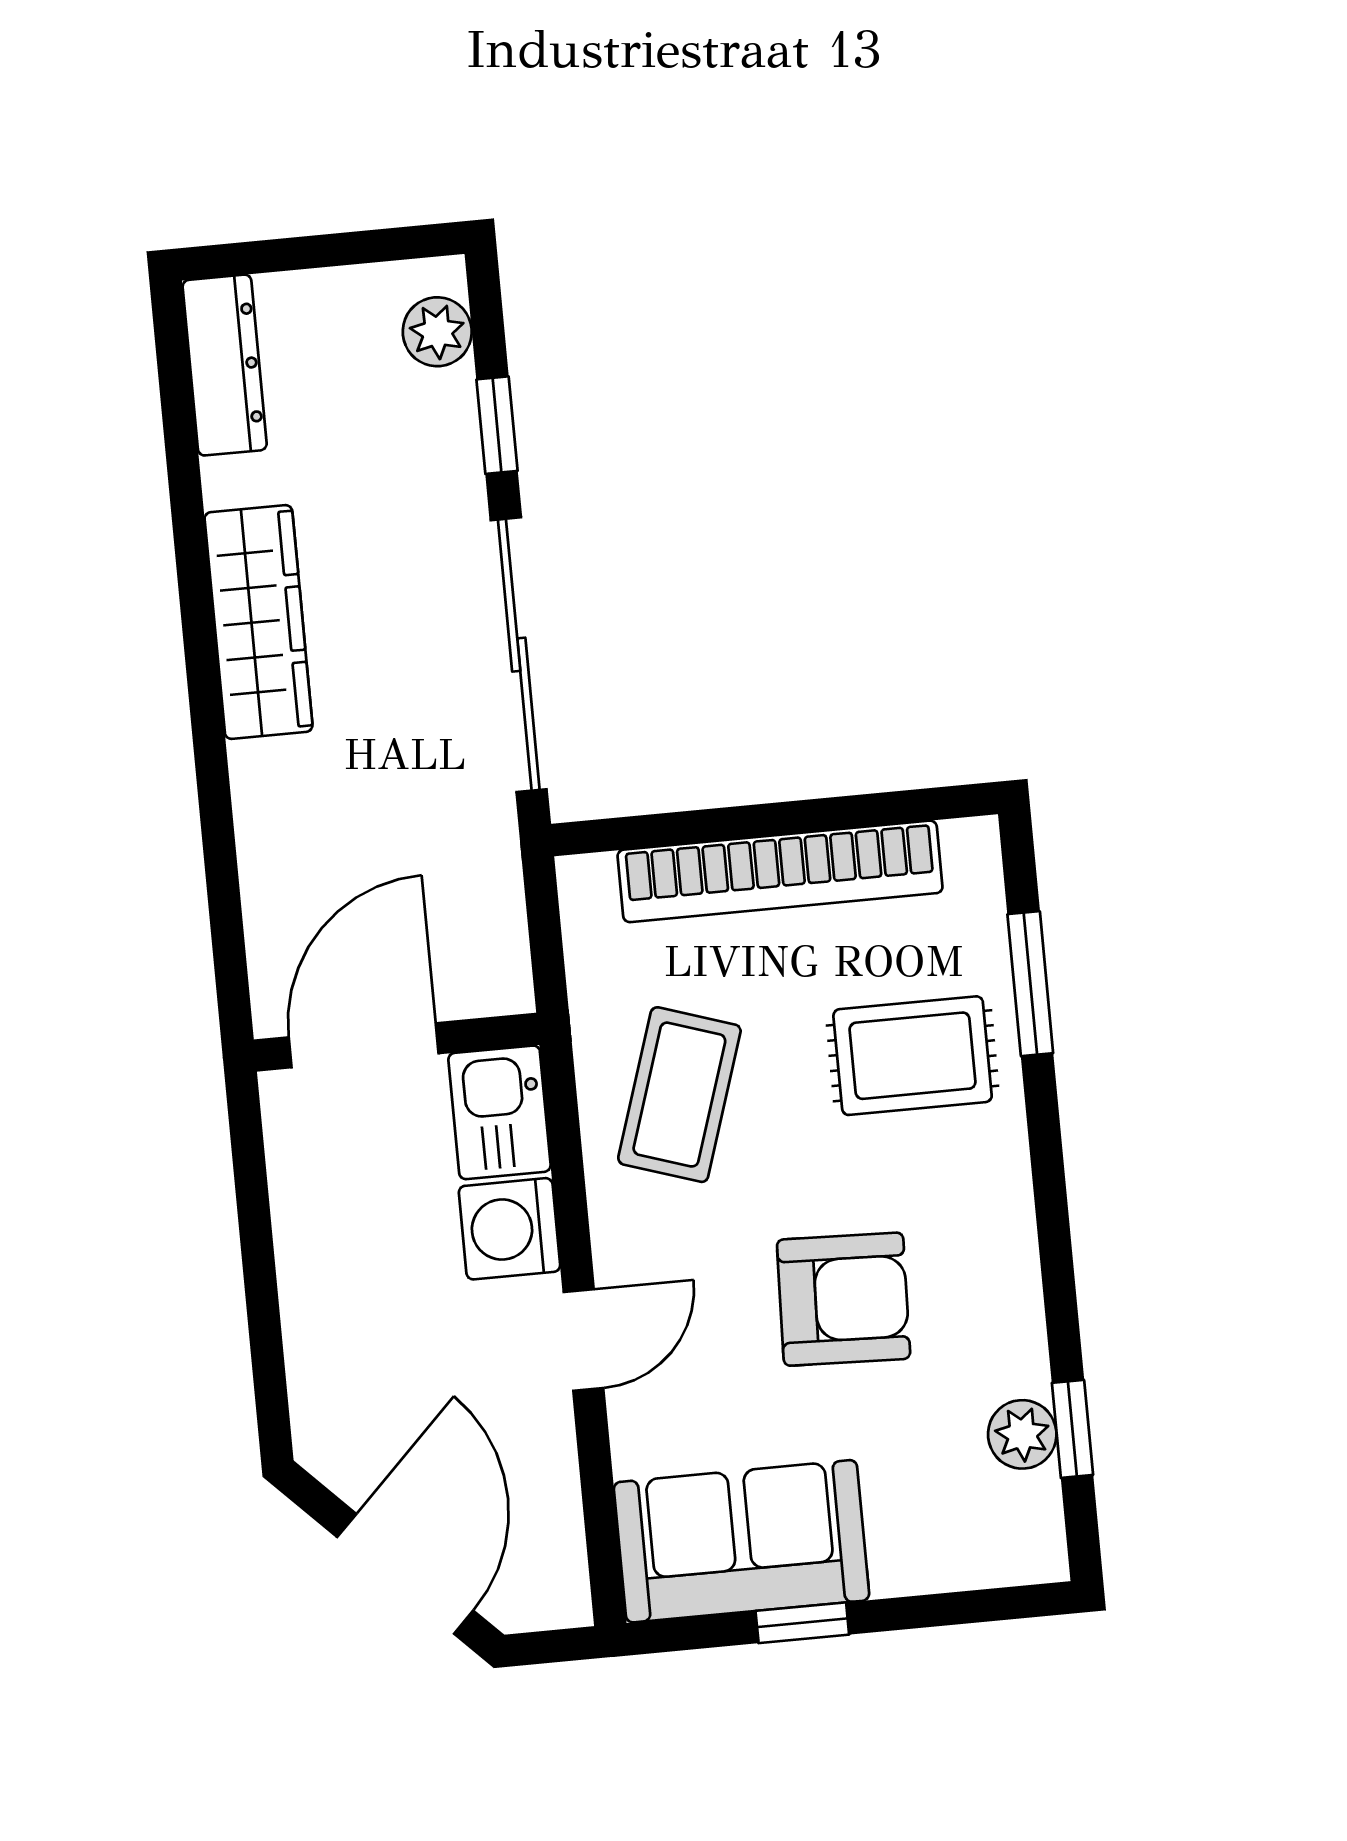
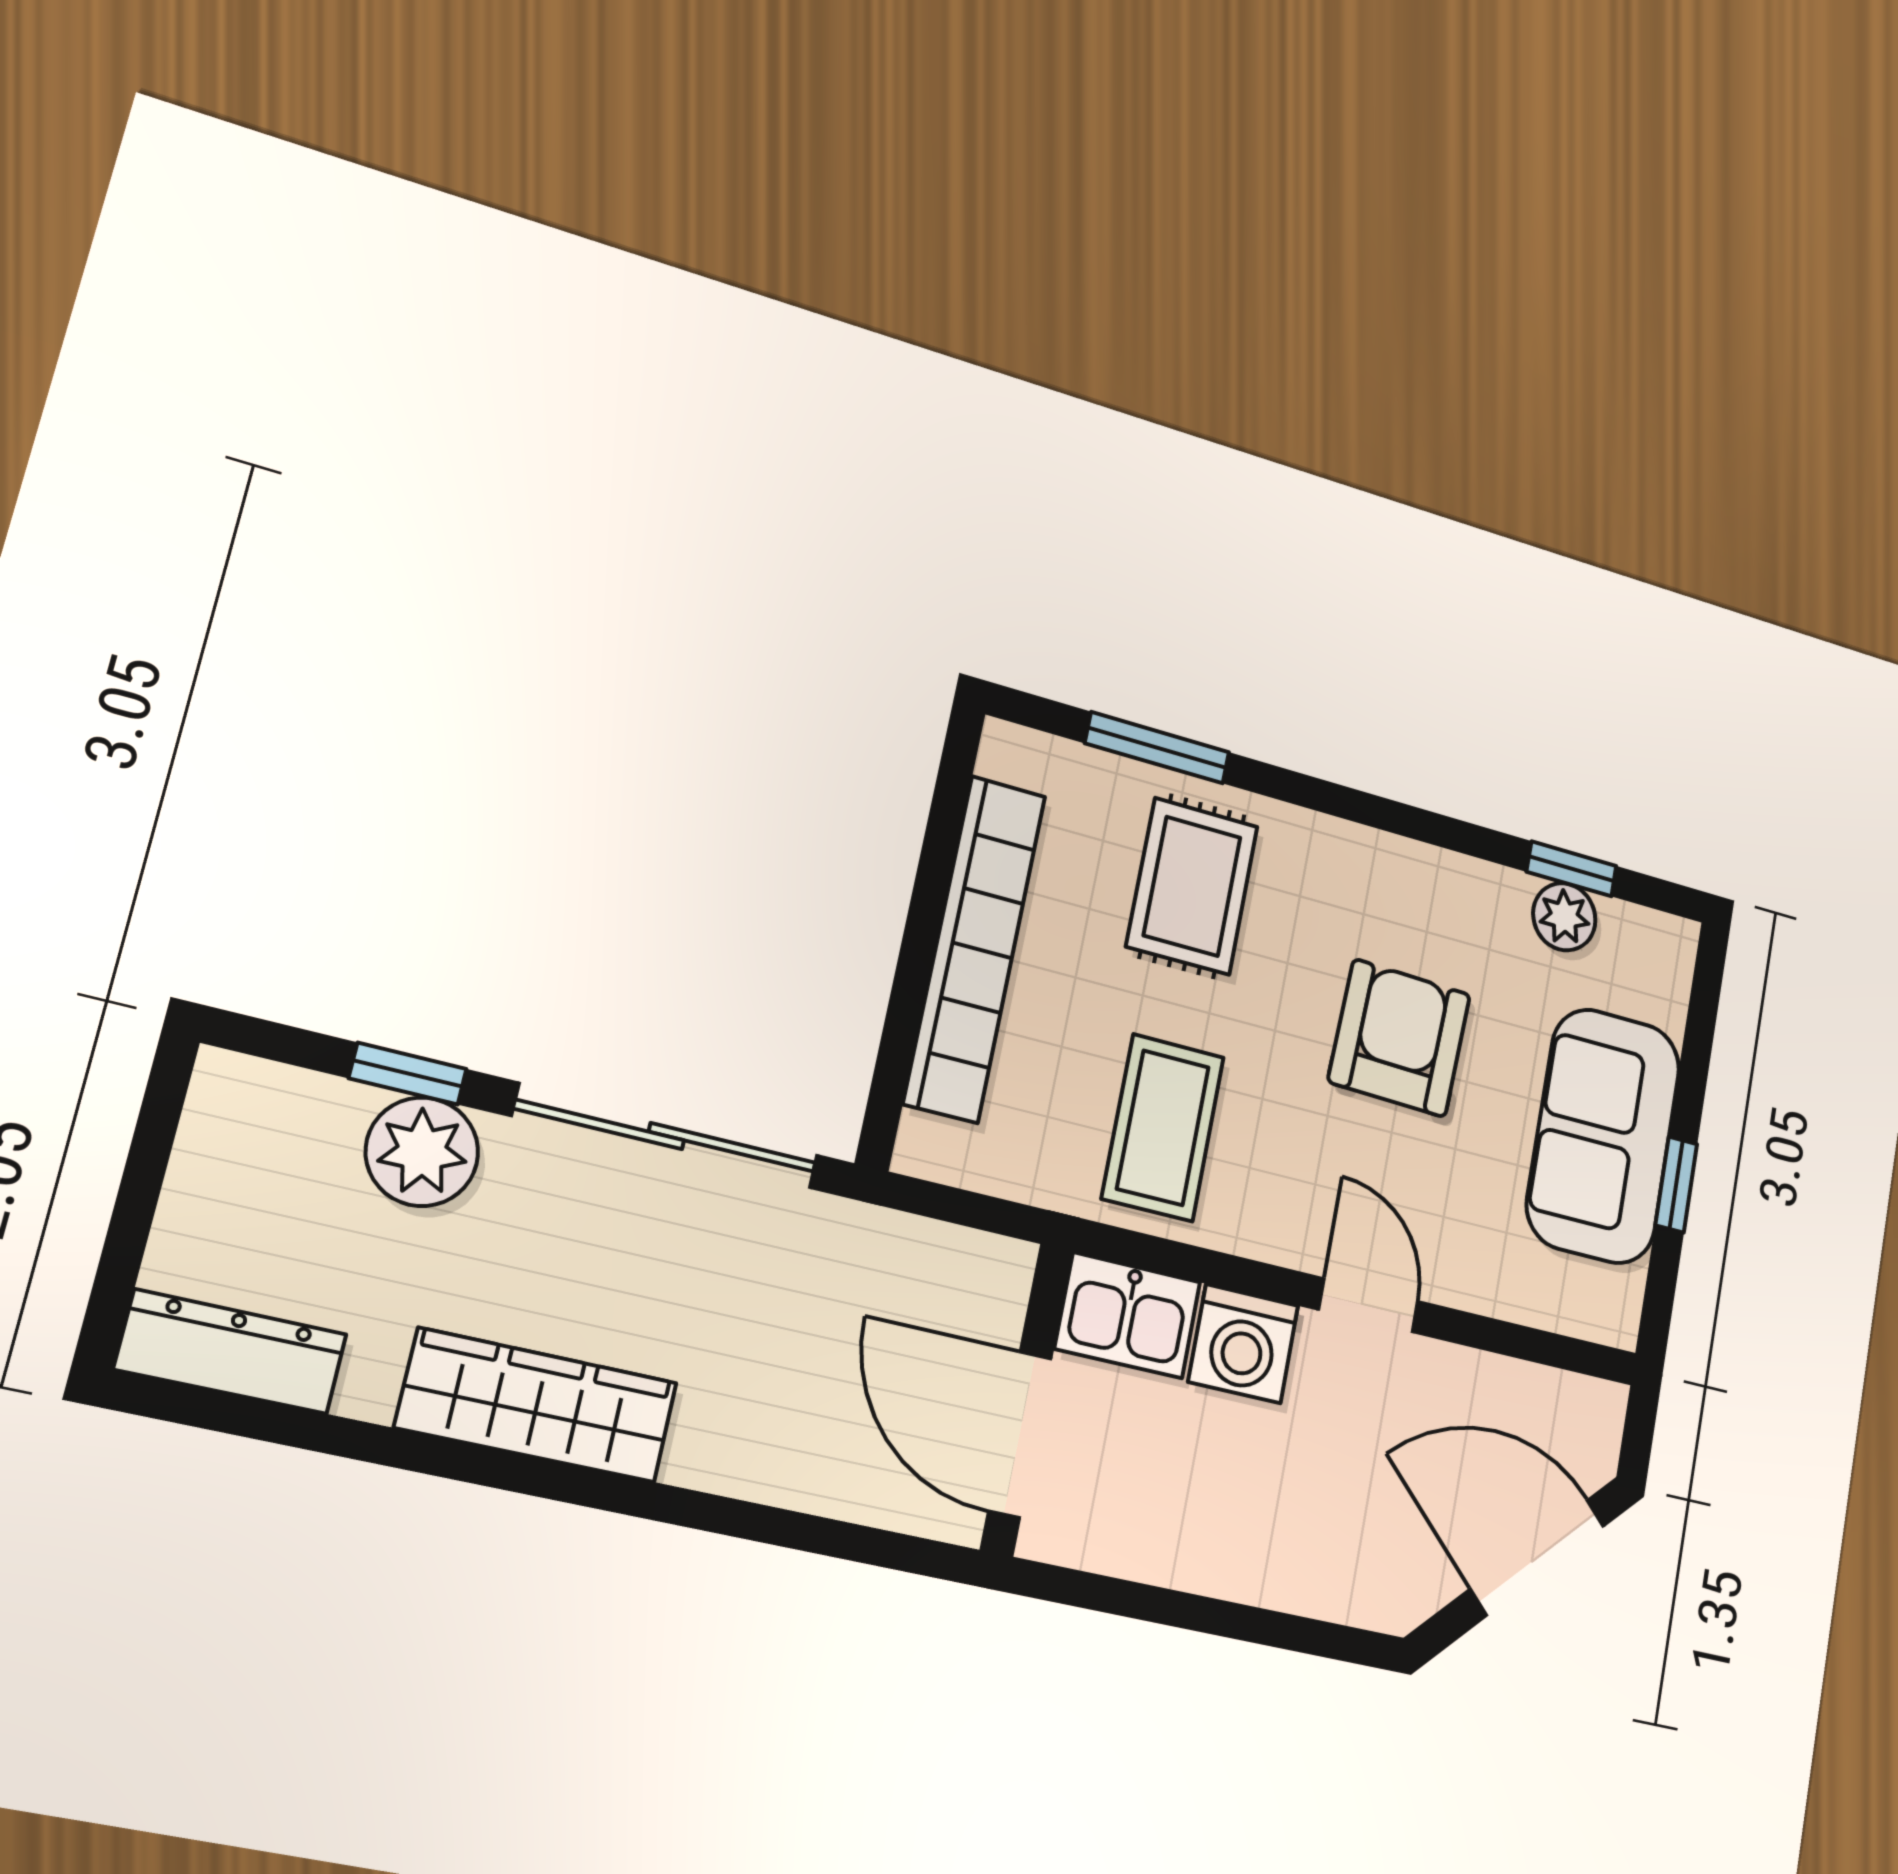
plant: (437, 332) -> (422, 1152), moved, width x1.38, depth x1.38
coffee table: (679, 1095) -> (1163, 1128), turned 72
sofa: (741, 1541) -> (1604, 1136), moved

